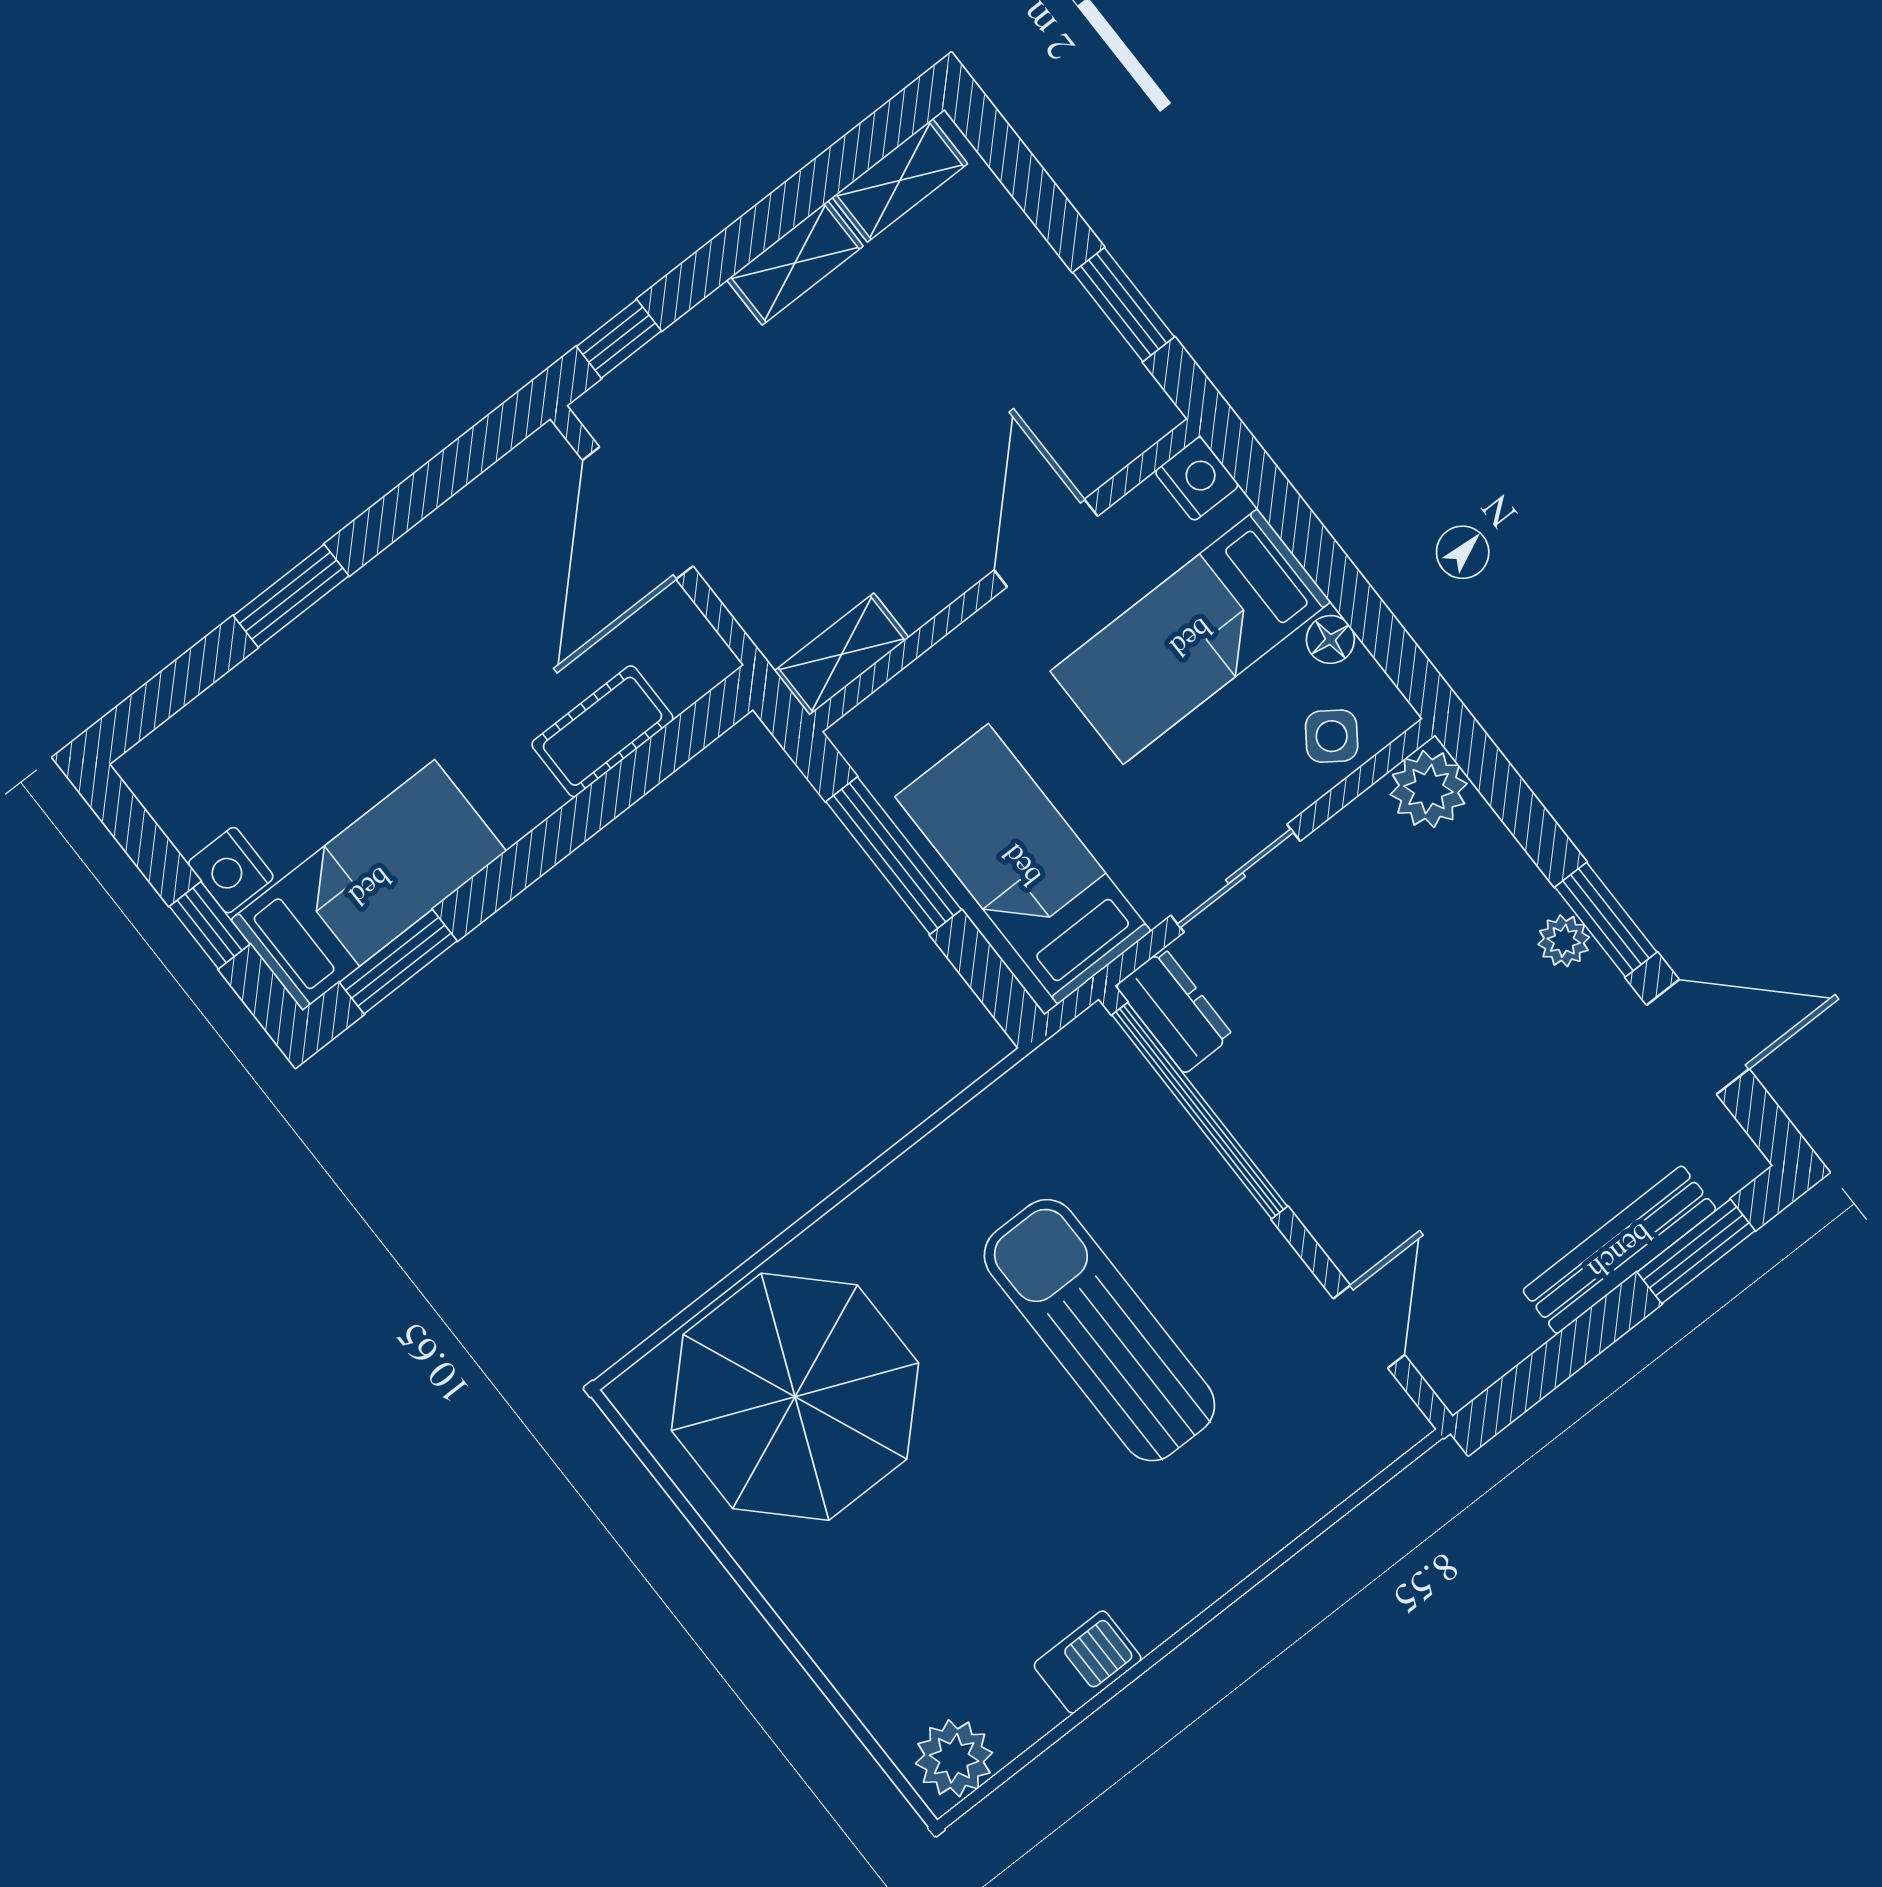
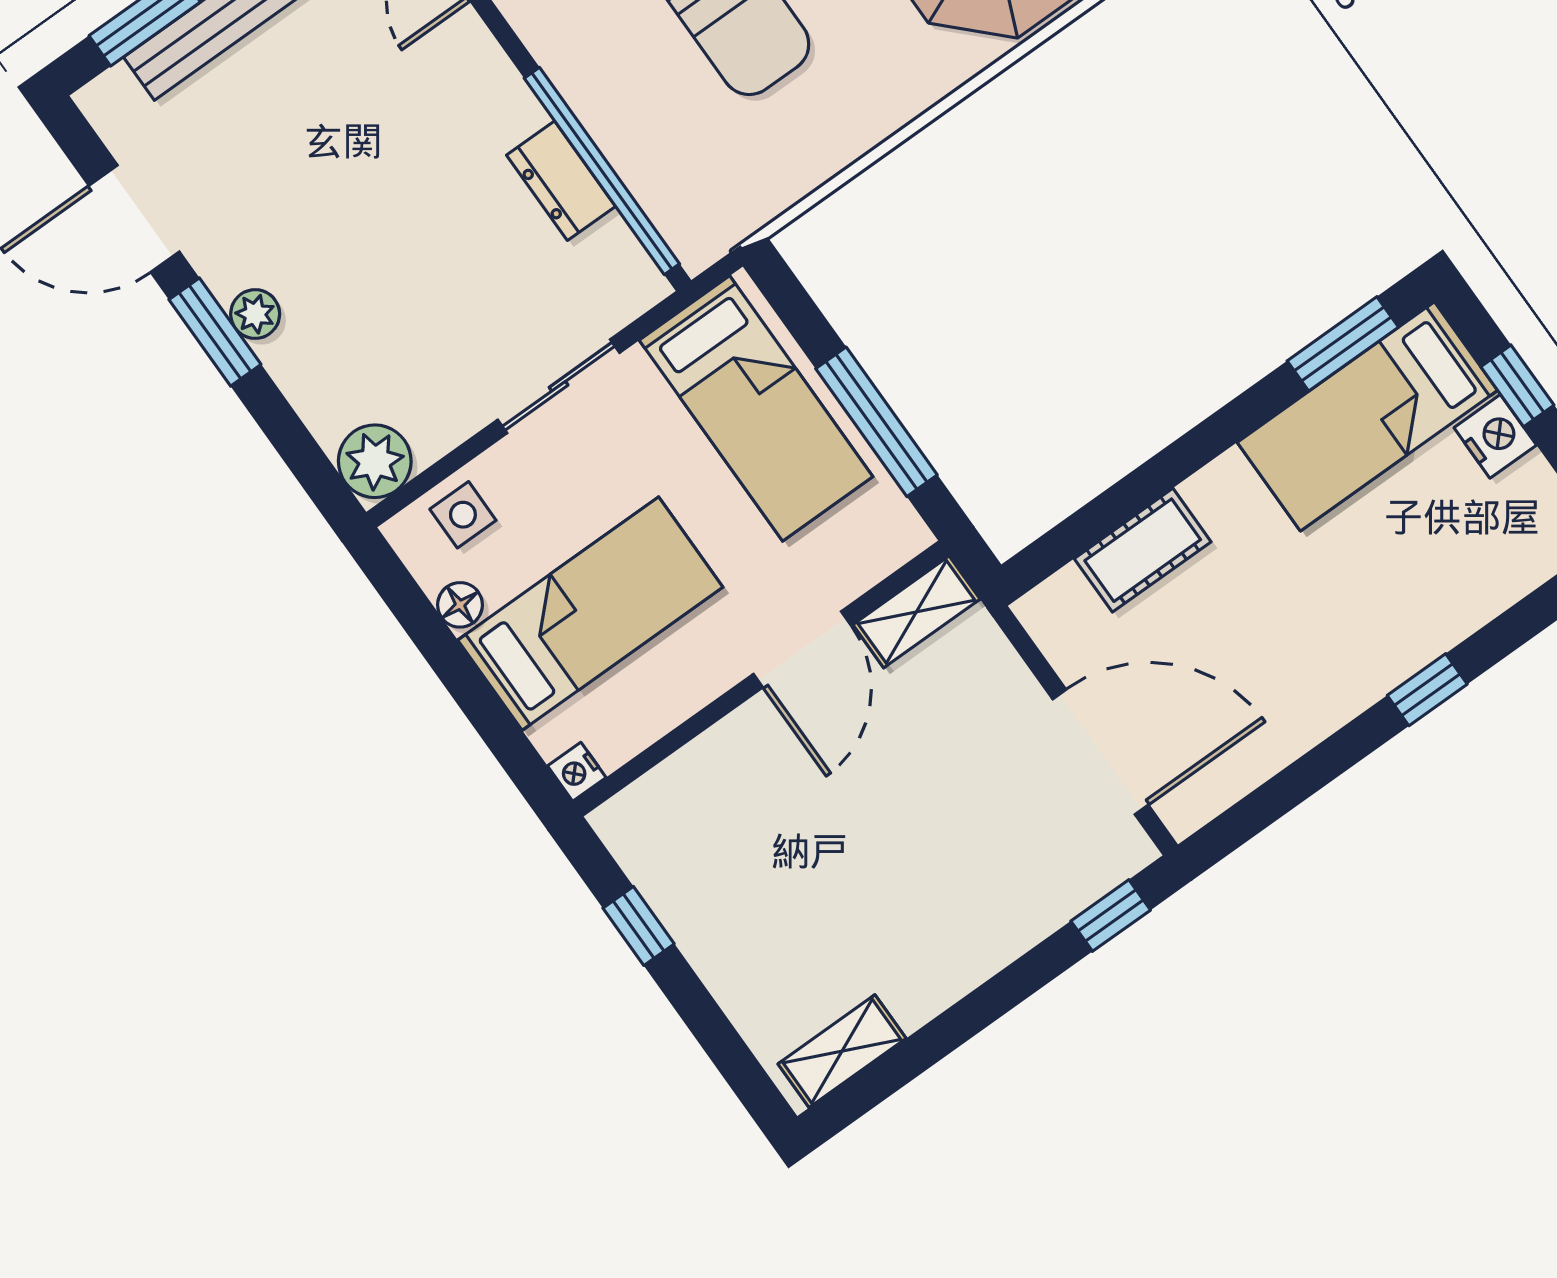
shelving: (795, 263) -> (943, 979), removed
window: (1124, 305) -> (639, 926), width x0.67
nightstand: (1197, 479) -> (577, 772), width x0.72, depth x0.74
door: (638, 513) -> (1101, 752), hinge flipped
door: (1046, 543) -> (802, 649), moved
window: (291, 596) -> (1427, 690), width x0.67
side table: (1332, 736) -> (463, 515), turned -35
dresser: (1174, 1011) -> (561, 181), moved

